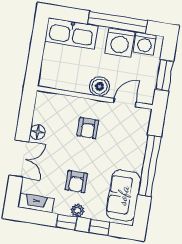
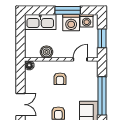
window: (118, 22) -> (68, 10), width x0.68
boiler: (99, 87) -> (46, 52), moved
floor lamp: (38, 132) -> (29, 65), moved

